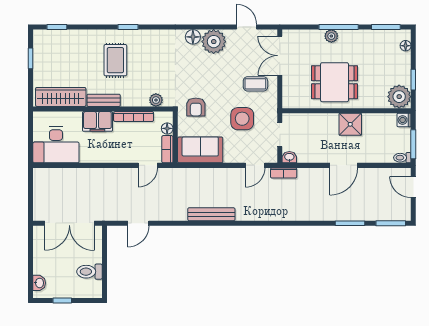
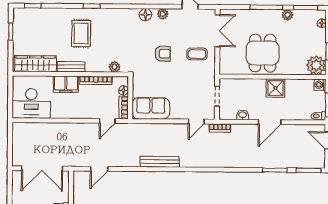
plant: (331, 36) -> (287, 15), moved
plant: (214, 42) -> (163, 14), width x0.53, depth x0.53
double door: (280, 56) -> (217, 31), swing flipped
dining table: (335, 82) -> (263, 53), turned 90
armchair: (196, 107) -> (163, 54), moved, turned -90
side table: (242, 119) -> (186, 83), removed
washbasin: (289, 157) -> (243, 115), moved

